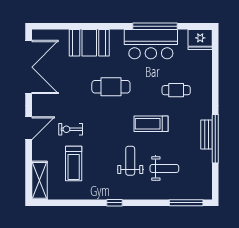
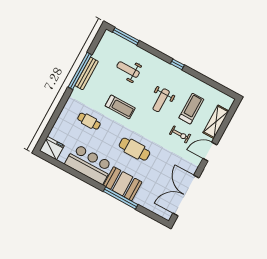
window: (155, 26) -> (121, 198), moved
booth: (89, 43) -> (123, 184), moved
bench: (207, 135) -> (87, 74), width x1.36
weight bench: (130, 161) -> (161, 100), moved
shelving: (39, 180) -> (216, 122), moved

